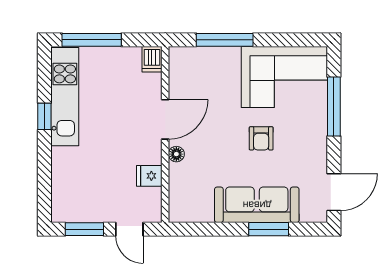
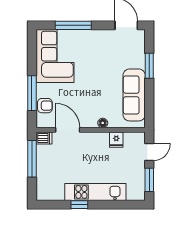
window: (92, 40) -> (32, 159), moved
kitchen unit: (65, 97) -> (95, 192), moved
door: (165, 119) -> (68, 130), moved
armchair: (261, 138) -> (45, 106), moved
sofa: (257, 205) -> (134, 95), moved

